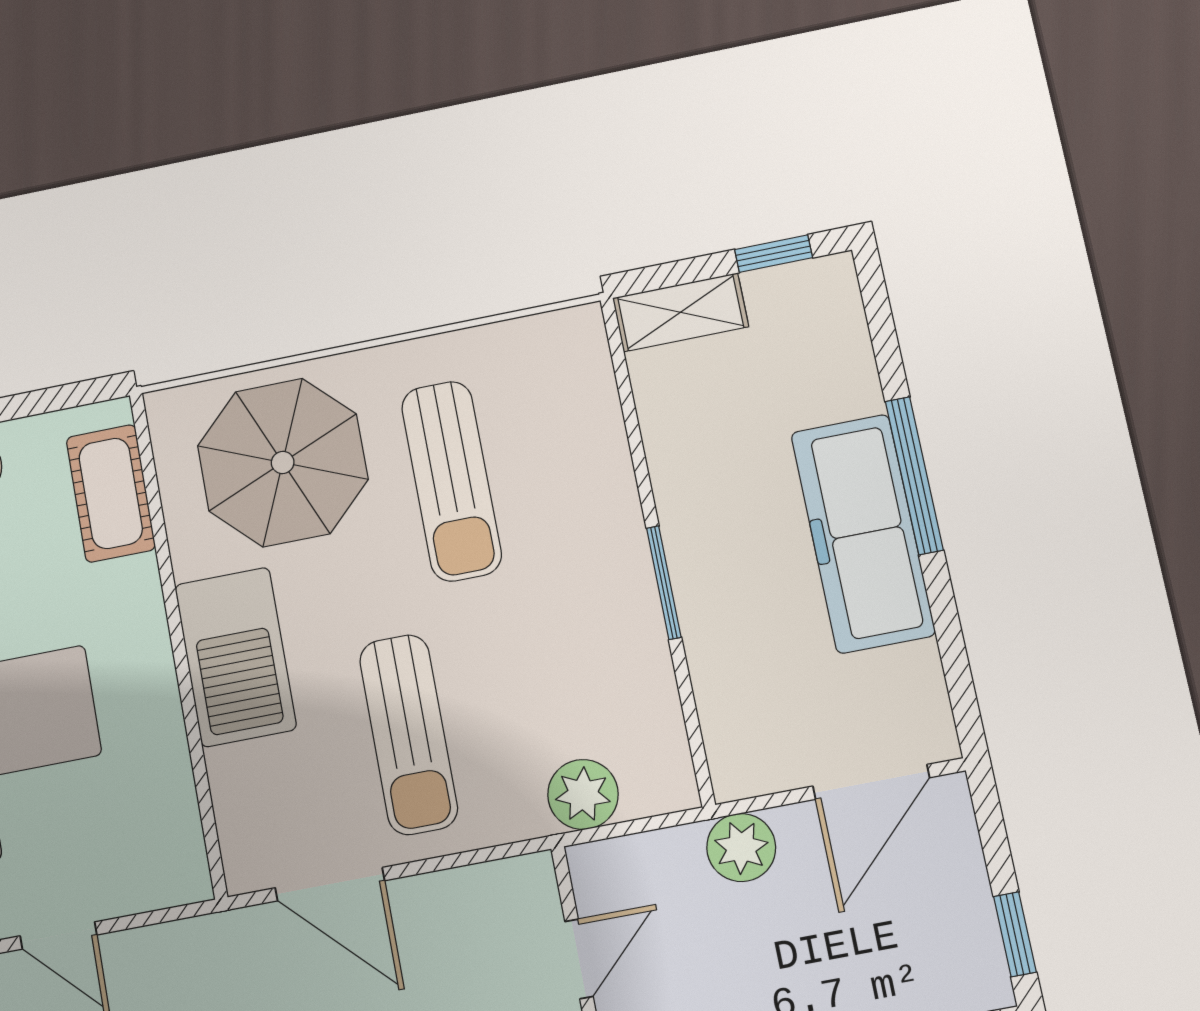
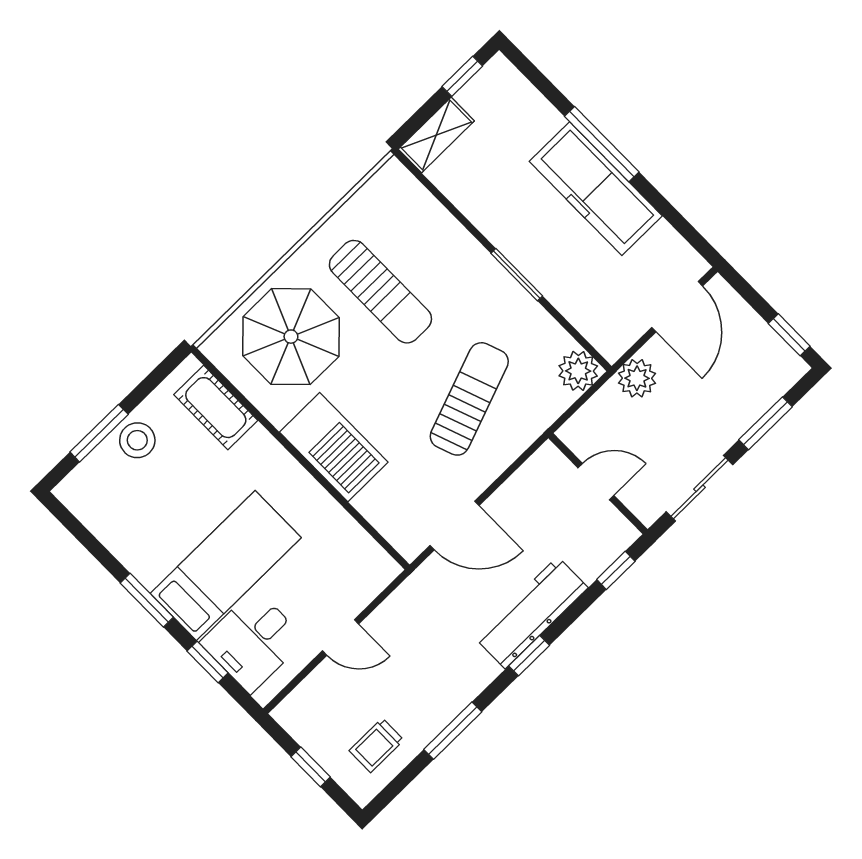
sun lounger: (409, 734) -> (469, 399), moved, turned -110
plant: (583, 794) -> (578, 371), moved
door: (579, 959) -> (596, 482), hinge flipped

